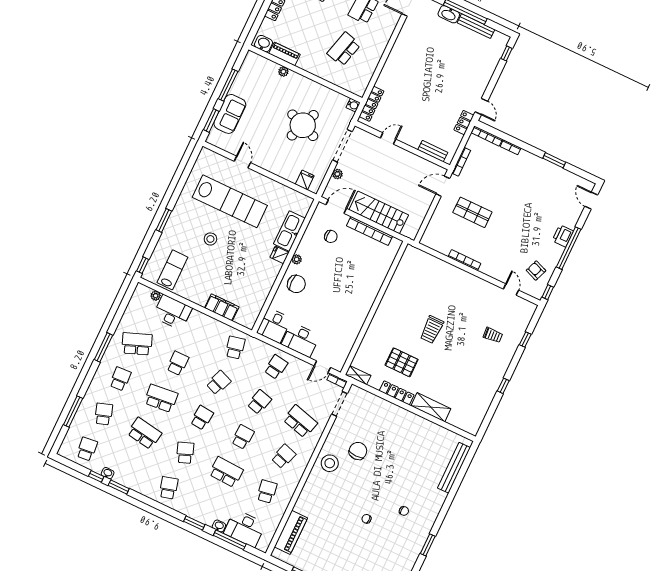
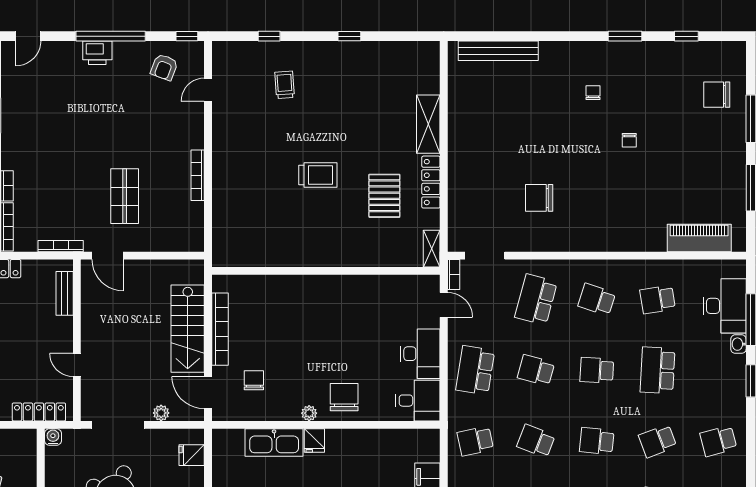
school desk: (276, 367) -> (475, 370), width x1.85
stool: (330, 463) -> (575, 230), removed

